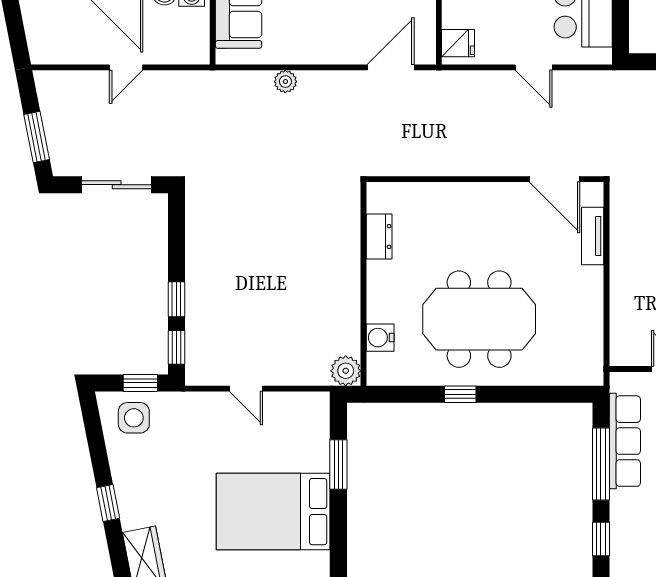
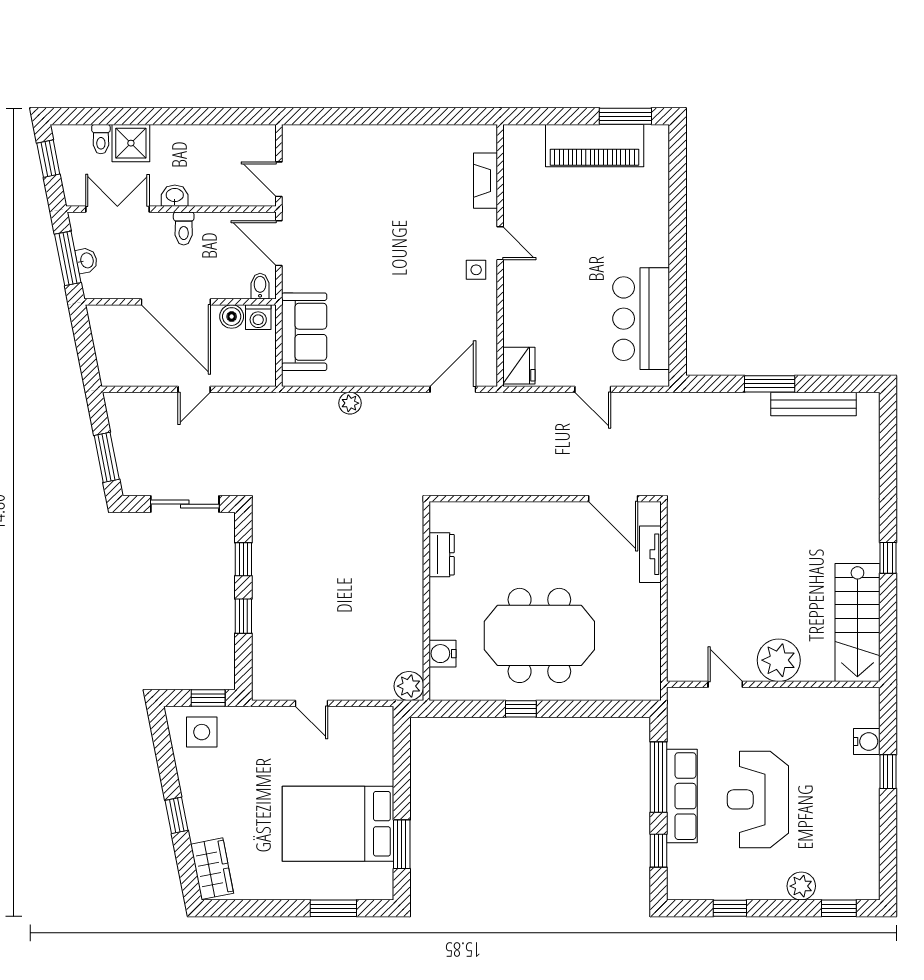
fridge: (458, 43) -> (519, 366), width x1.38
window: (176, 347) -> (243, 559), moved
row of seats: (625, 441) -> (682, 796), moved
window: (338, 464) -> (402, 844), moved

